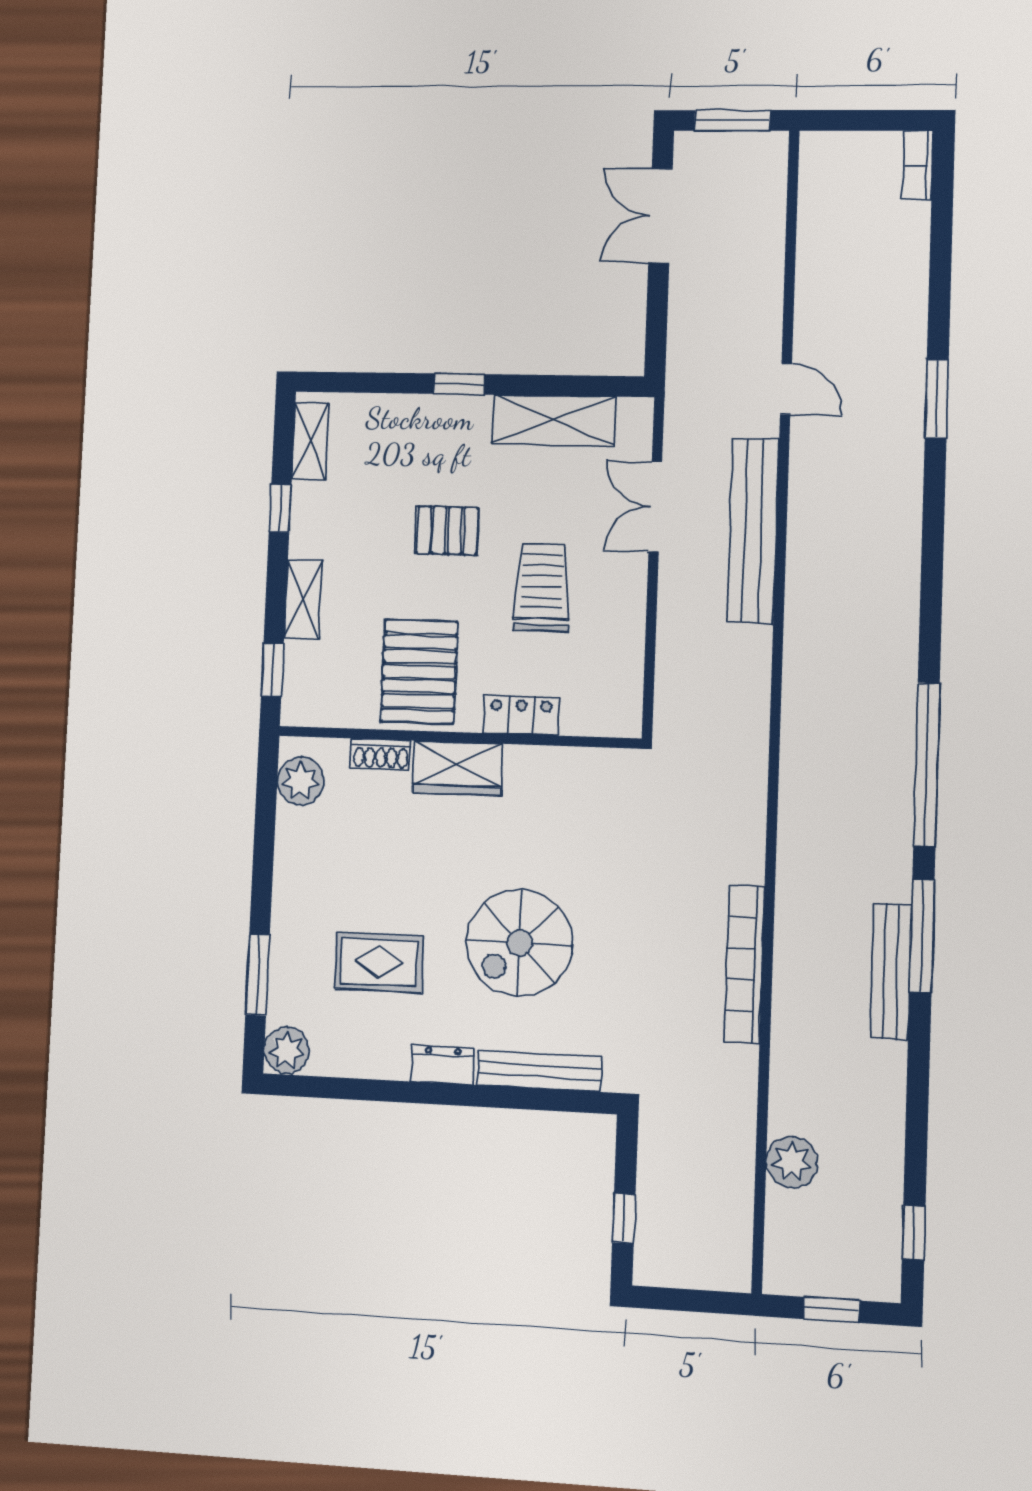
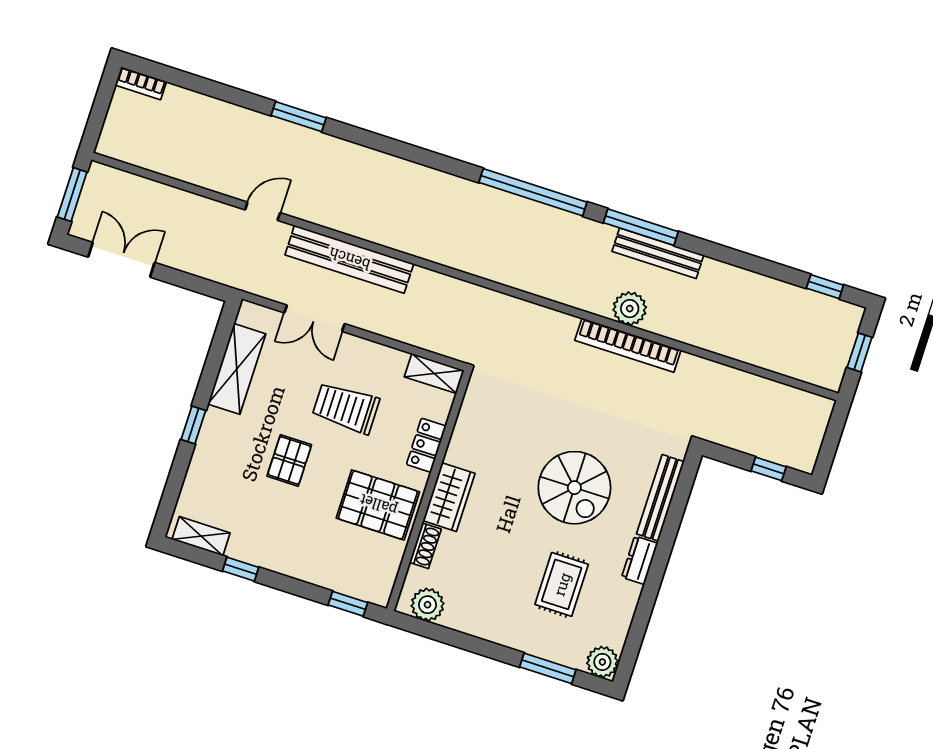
double door: (661, 216) -> (121, 260), swing flipped
shelving: (303, 599) -> (434, 374), moved
plant: (792, 1162) -> (630, 309), moved

